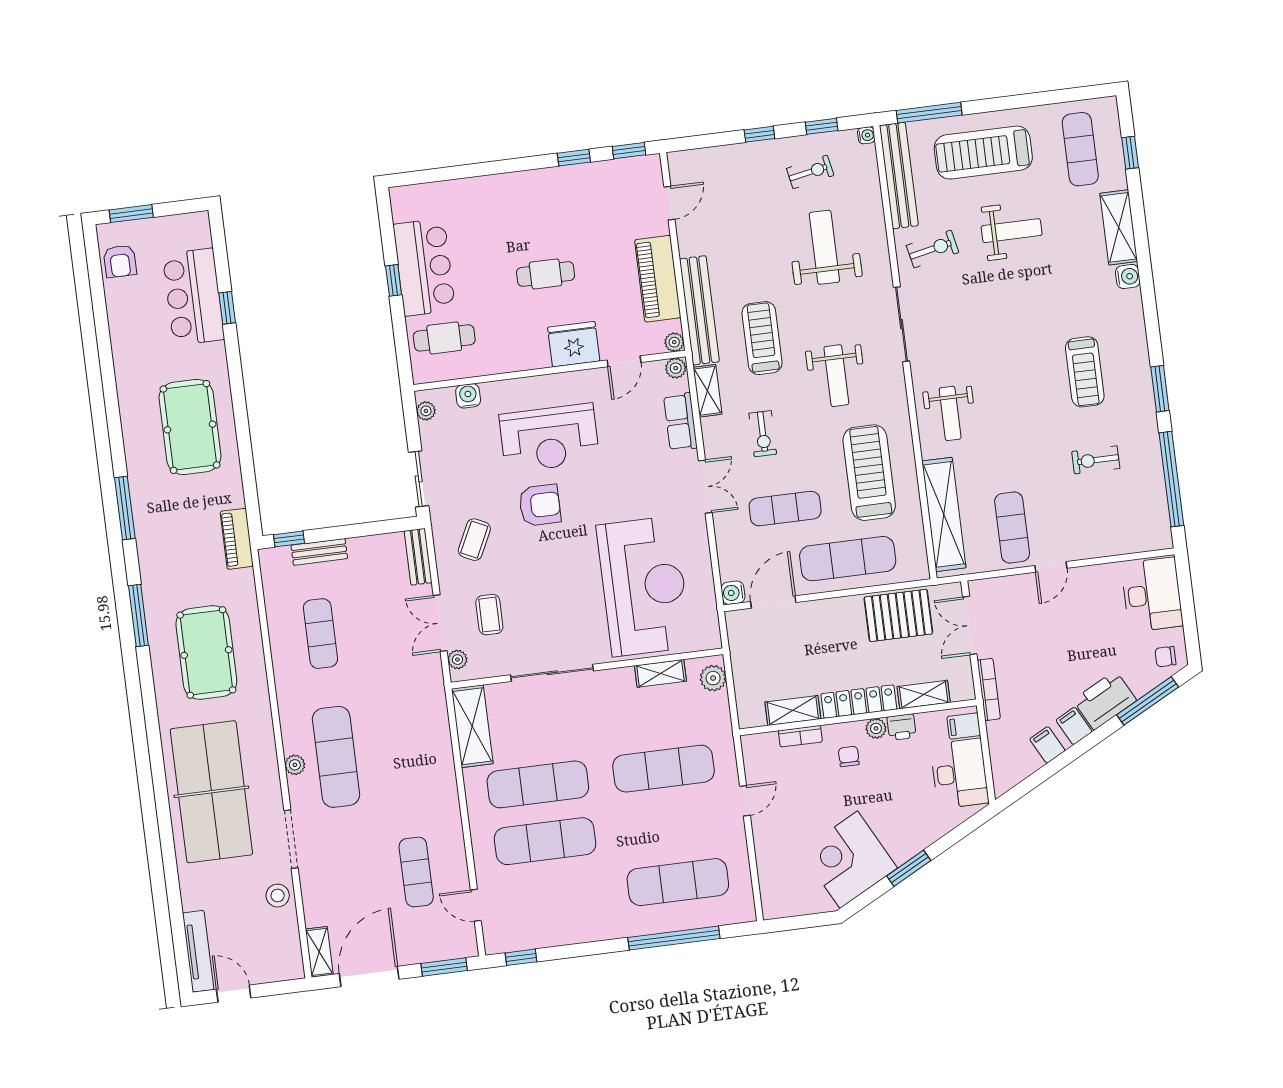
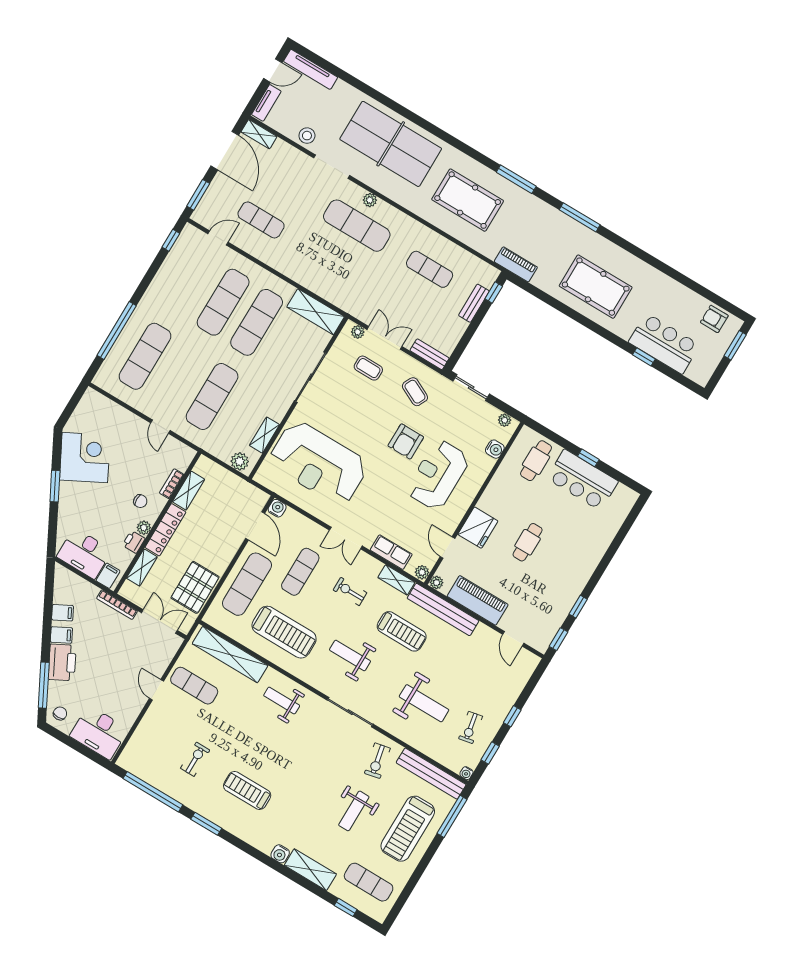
treadmill: (983, 153) -> (408, 829), turned 180
tv unit: (277, 972) -> (266, 103), added

